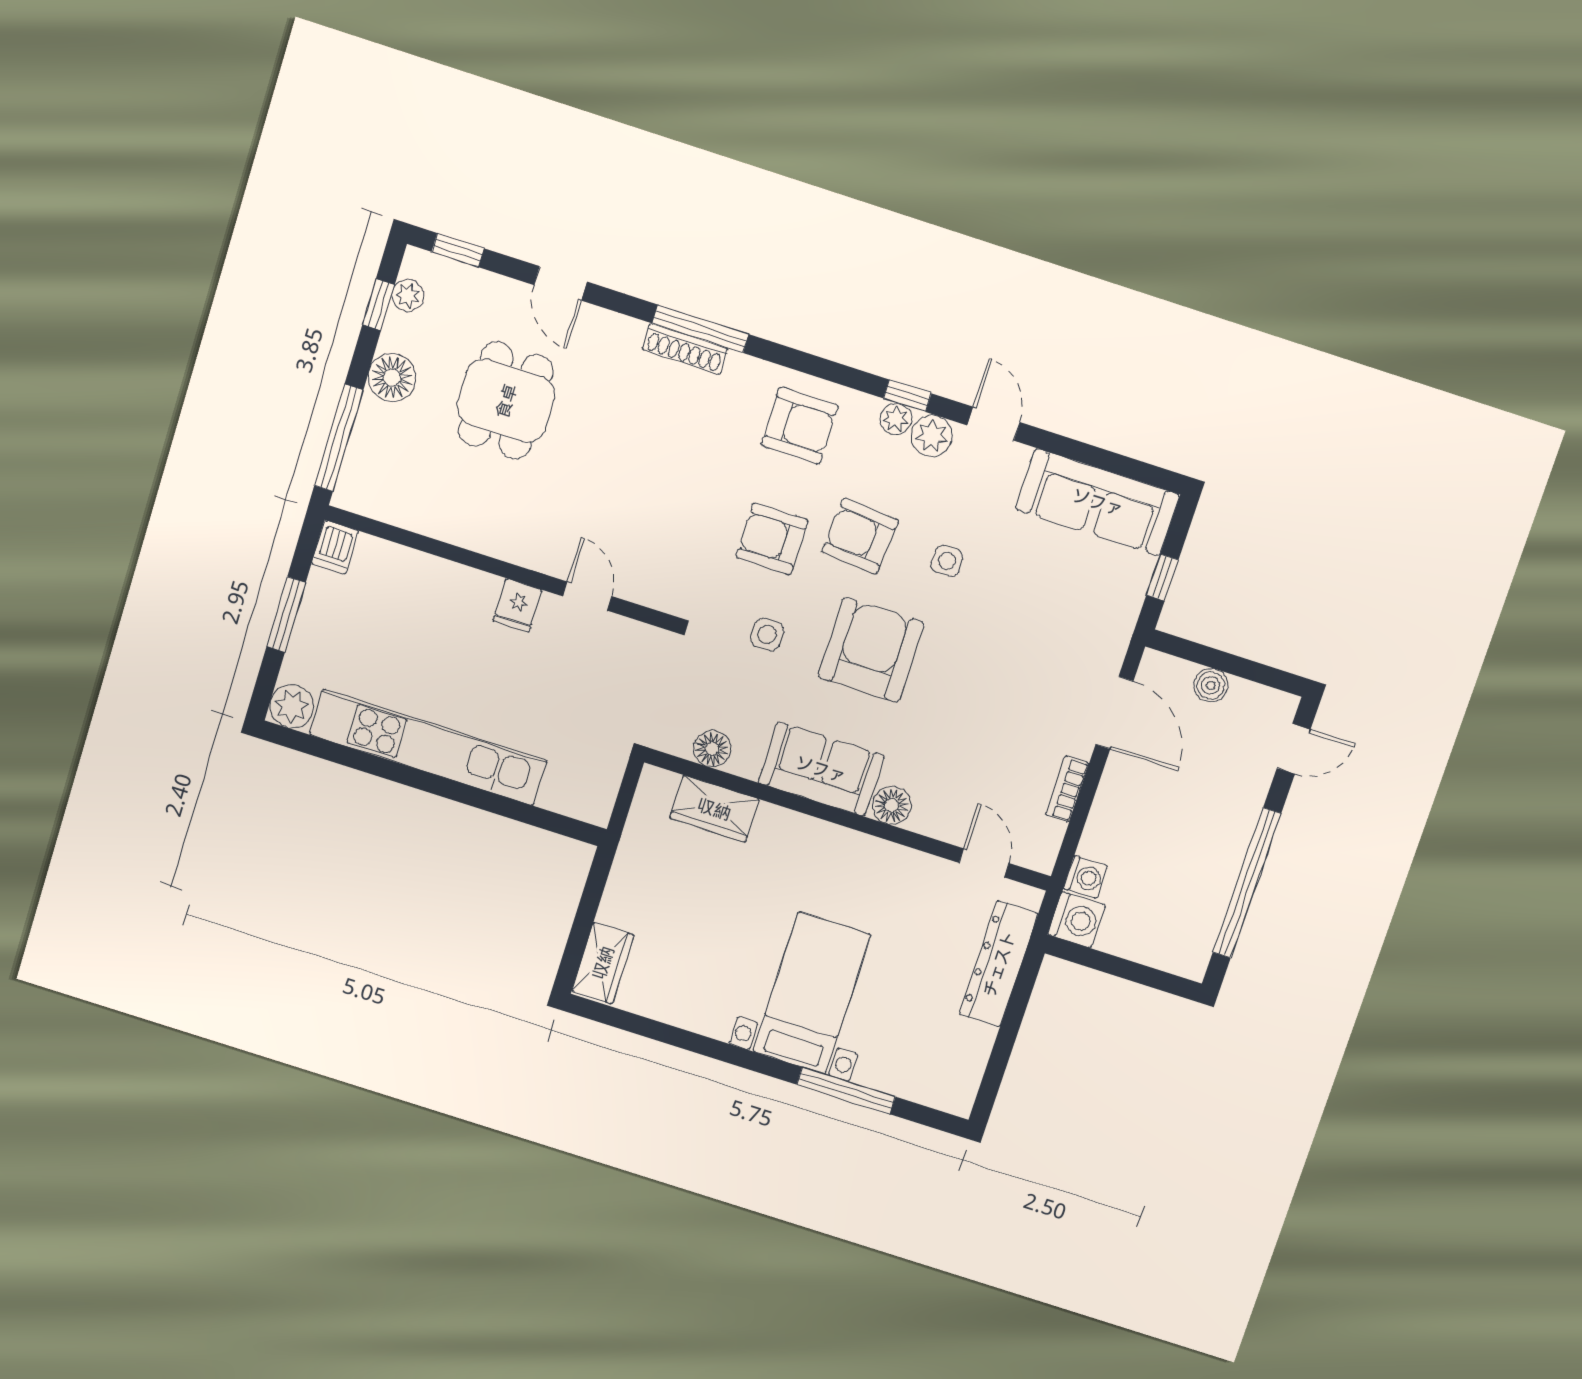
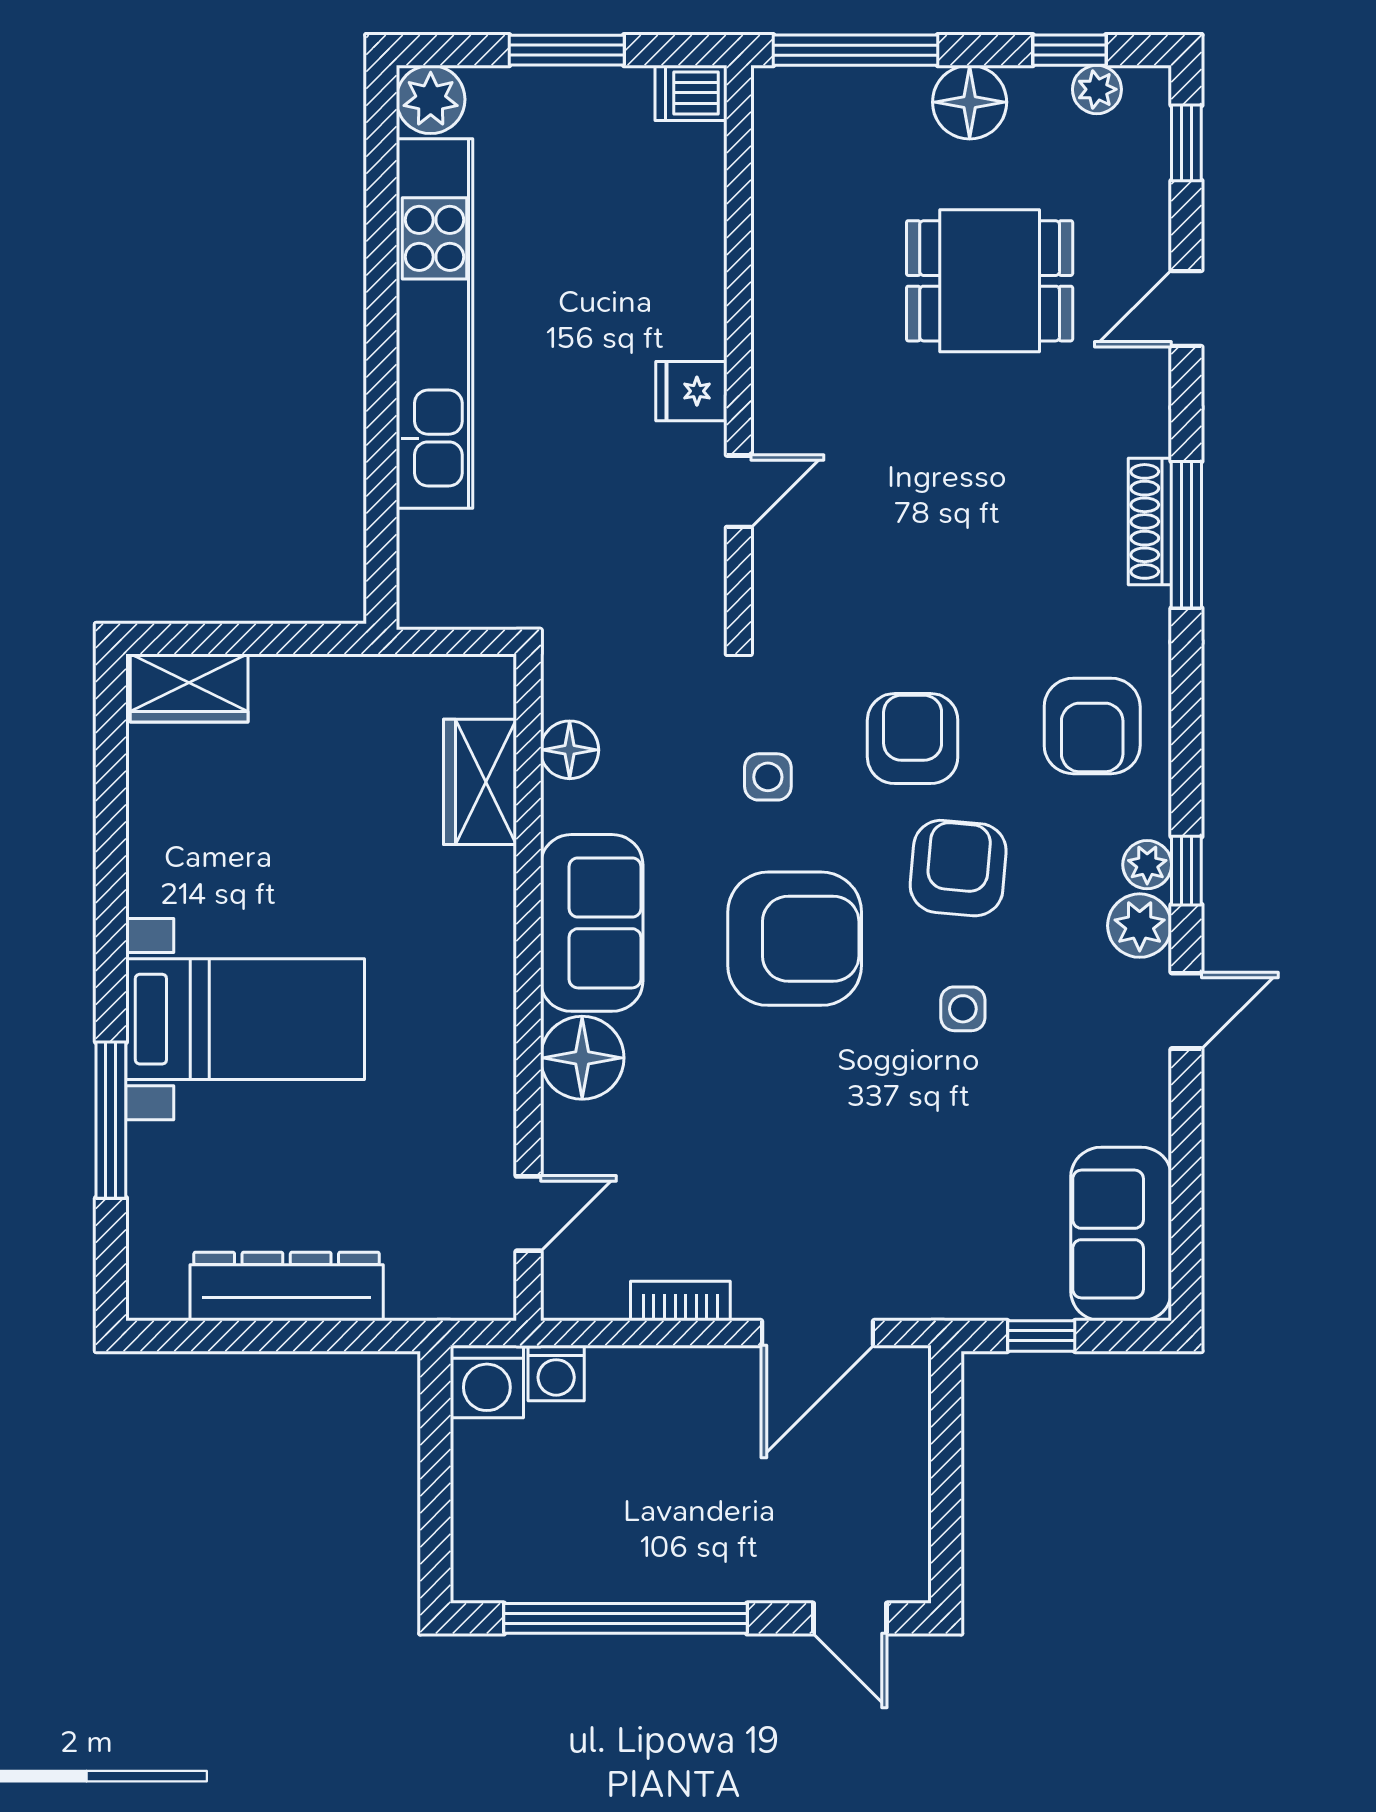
sofa: (1098, 502) -> (1121, 1234), width x0.73
boiler: (1211, 685) -> (905, 1462), removed
floor lamp: (892, 805) -> (582, 1058), width x1.38, depth x1.38
dresser: (999, 964) -> (287, 1287), moved

